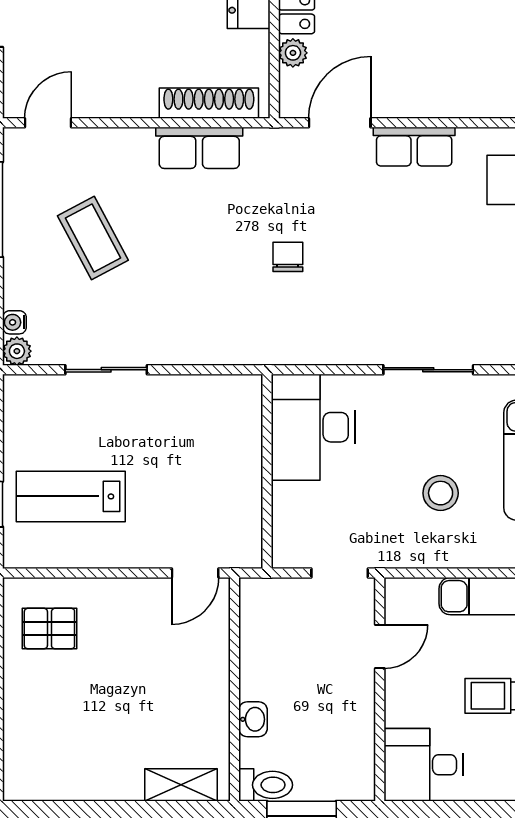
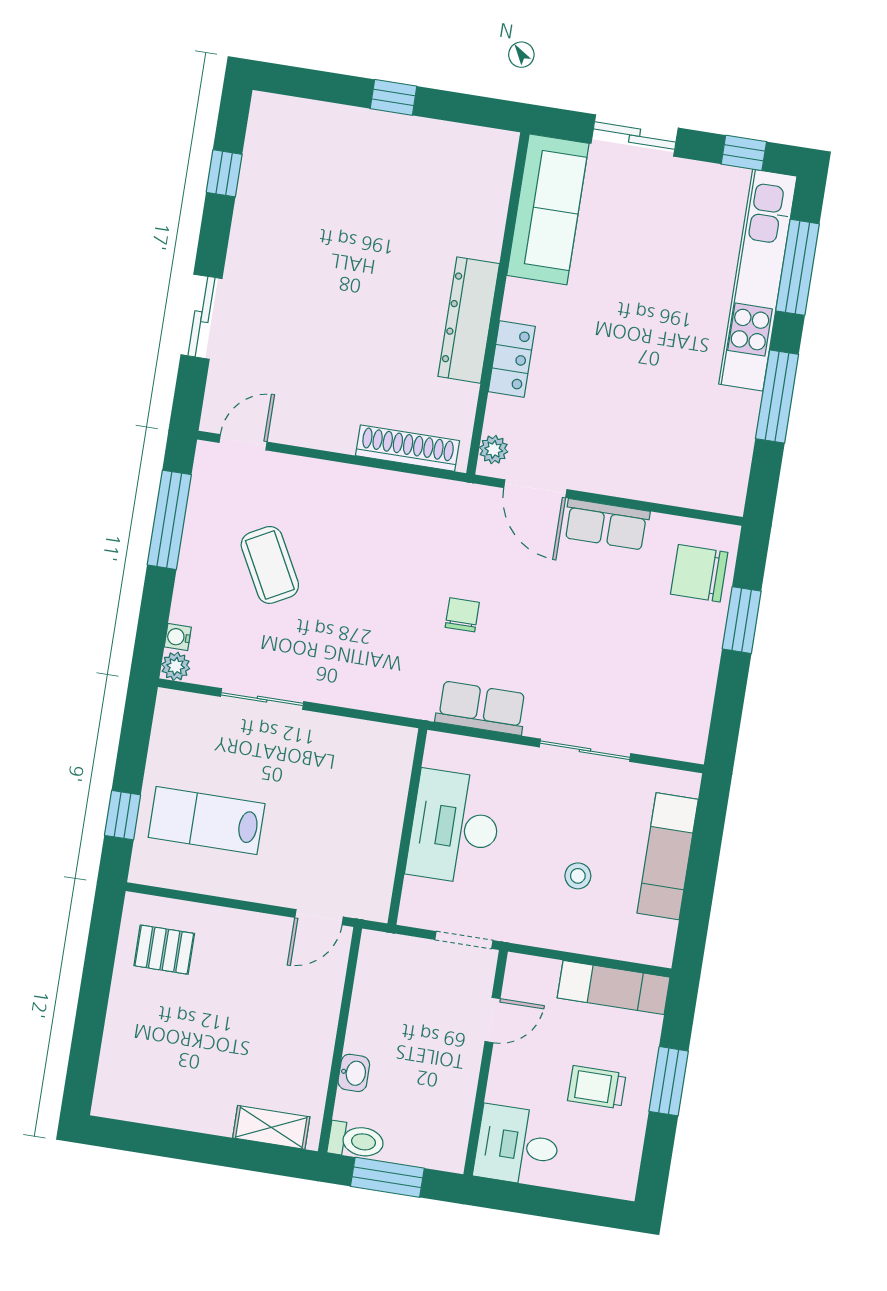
plant: (293, 53) -> (494, 450), moved
door: (340, 123) -> (535, 489), swing flipped
row of seats: (199, 148) -> (481, 708), moved, turned 180
desk: (313, 427) -> (455, 827), moved
stool: (441, 493) -> (578, 876), width x0.73, depth x0.73

